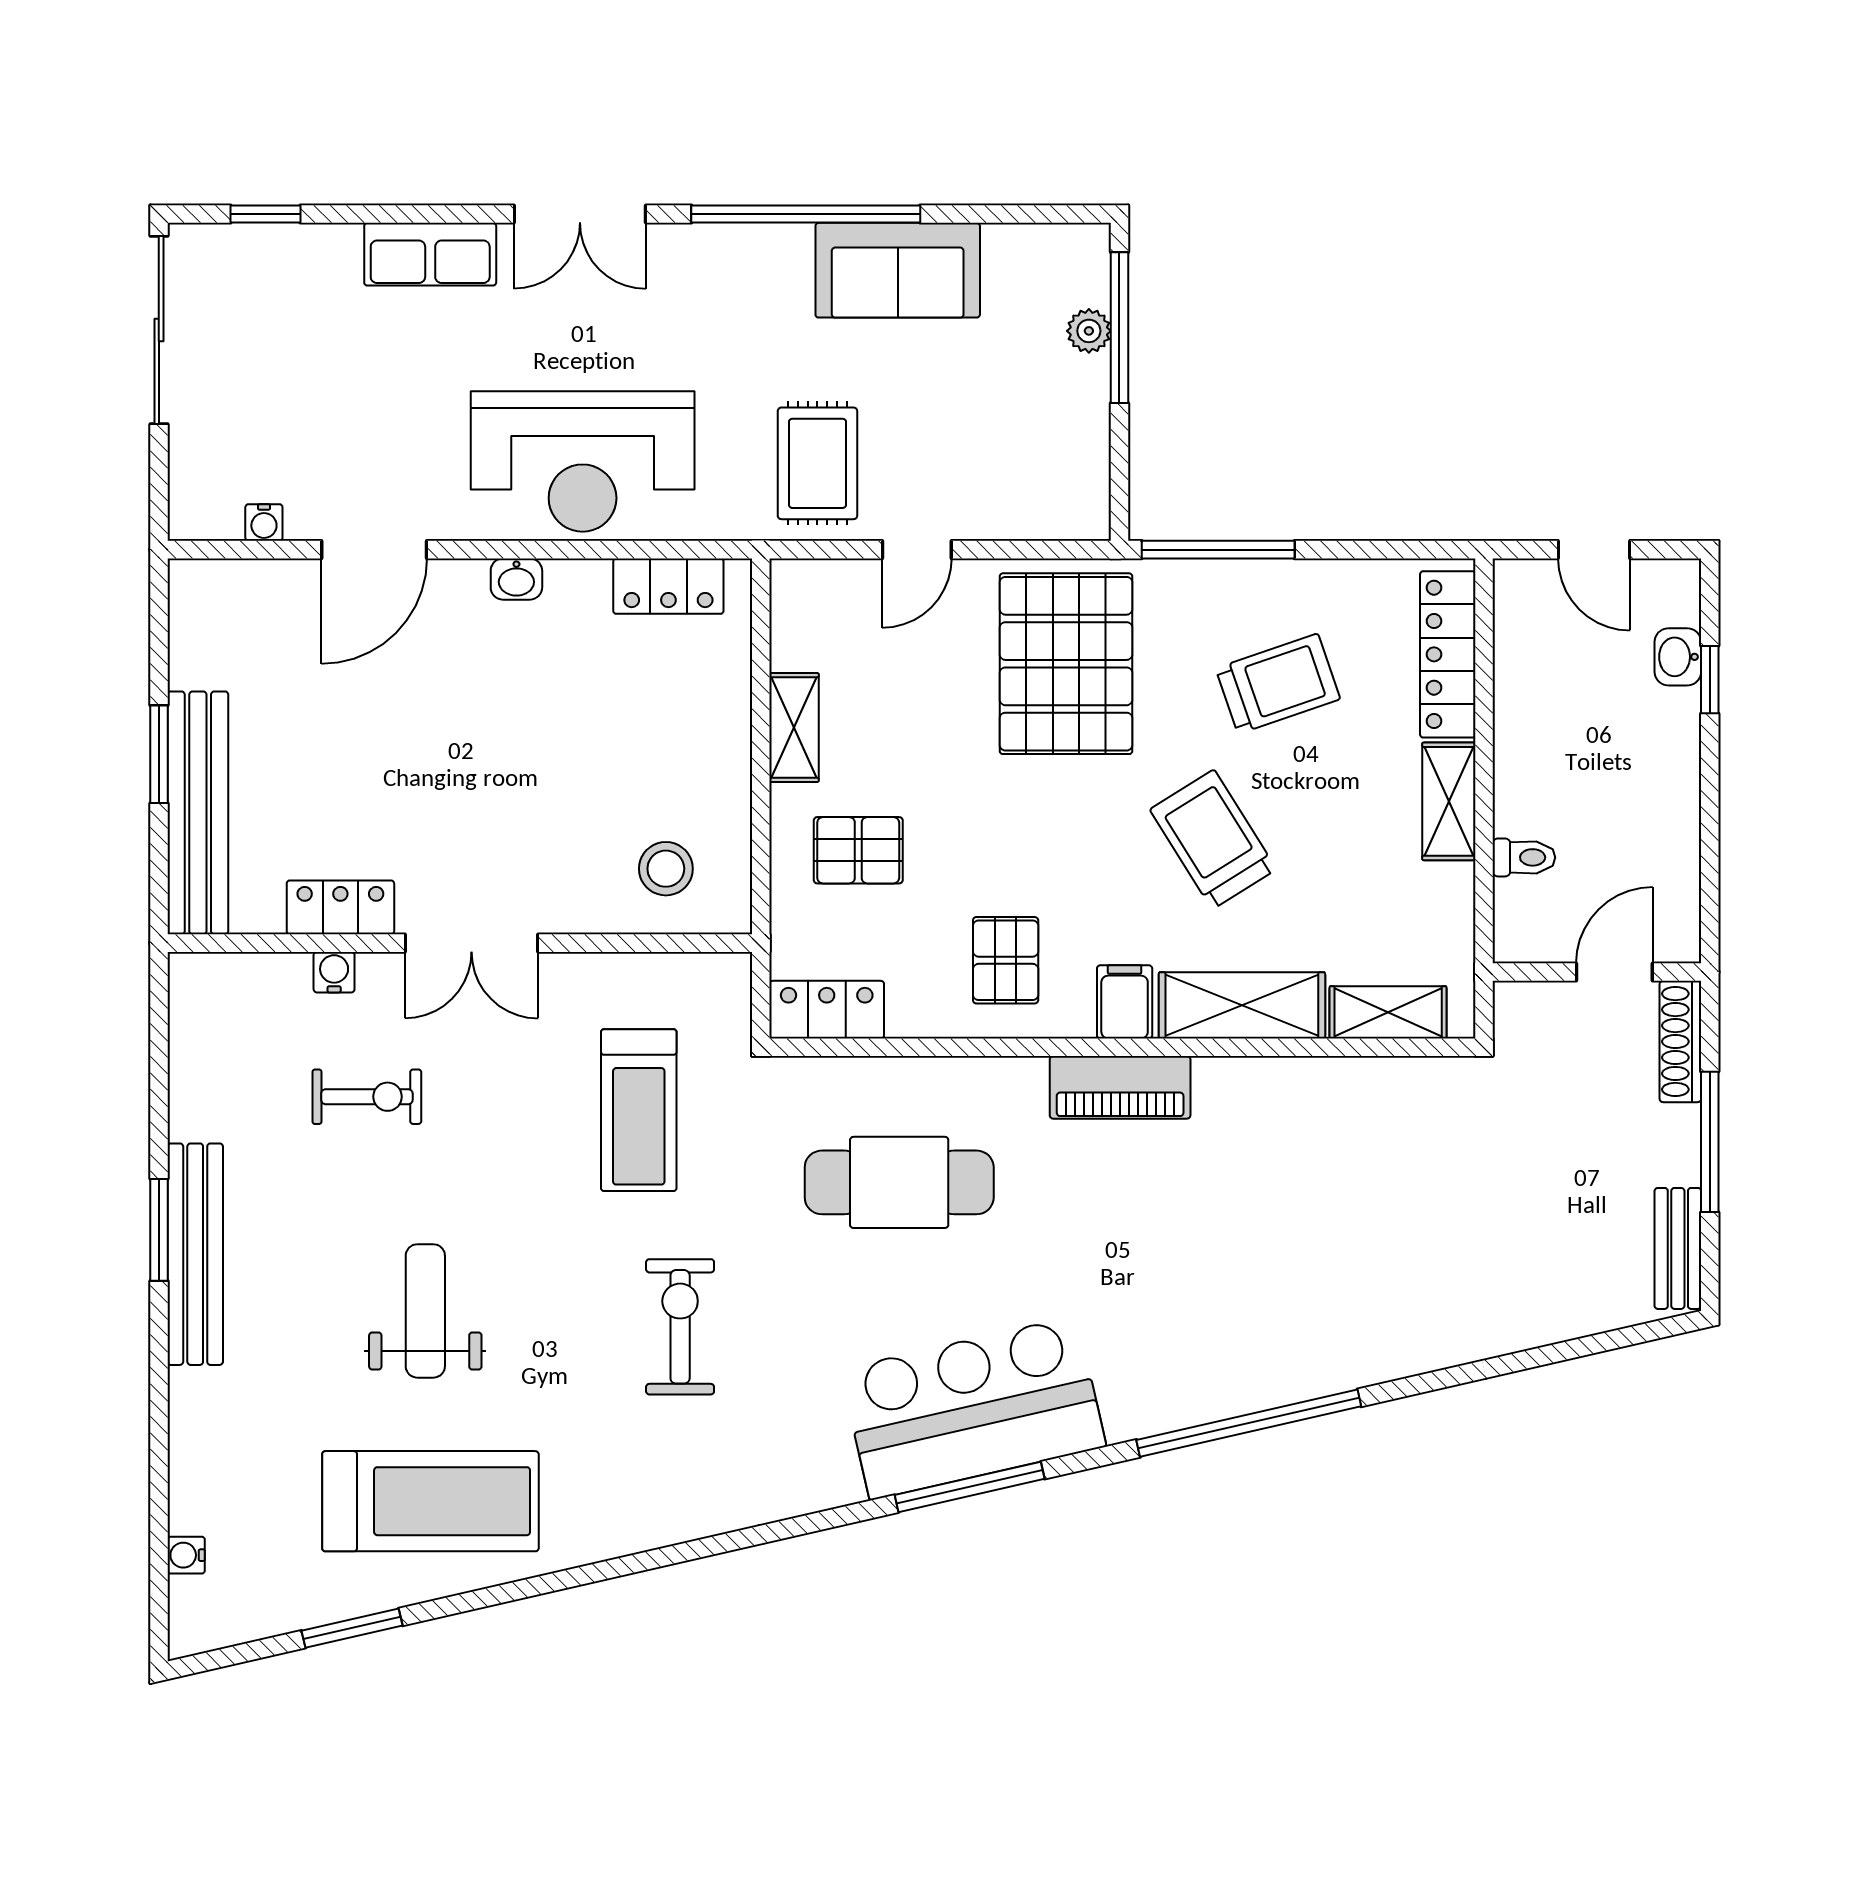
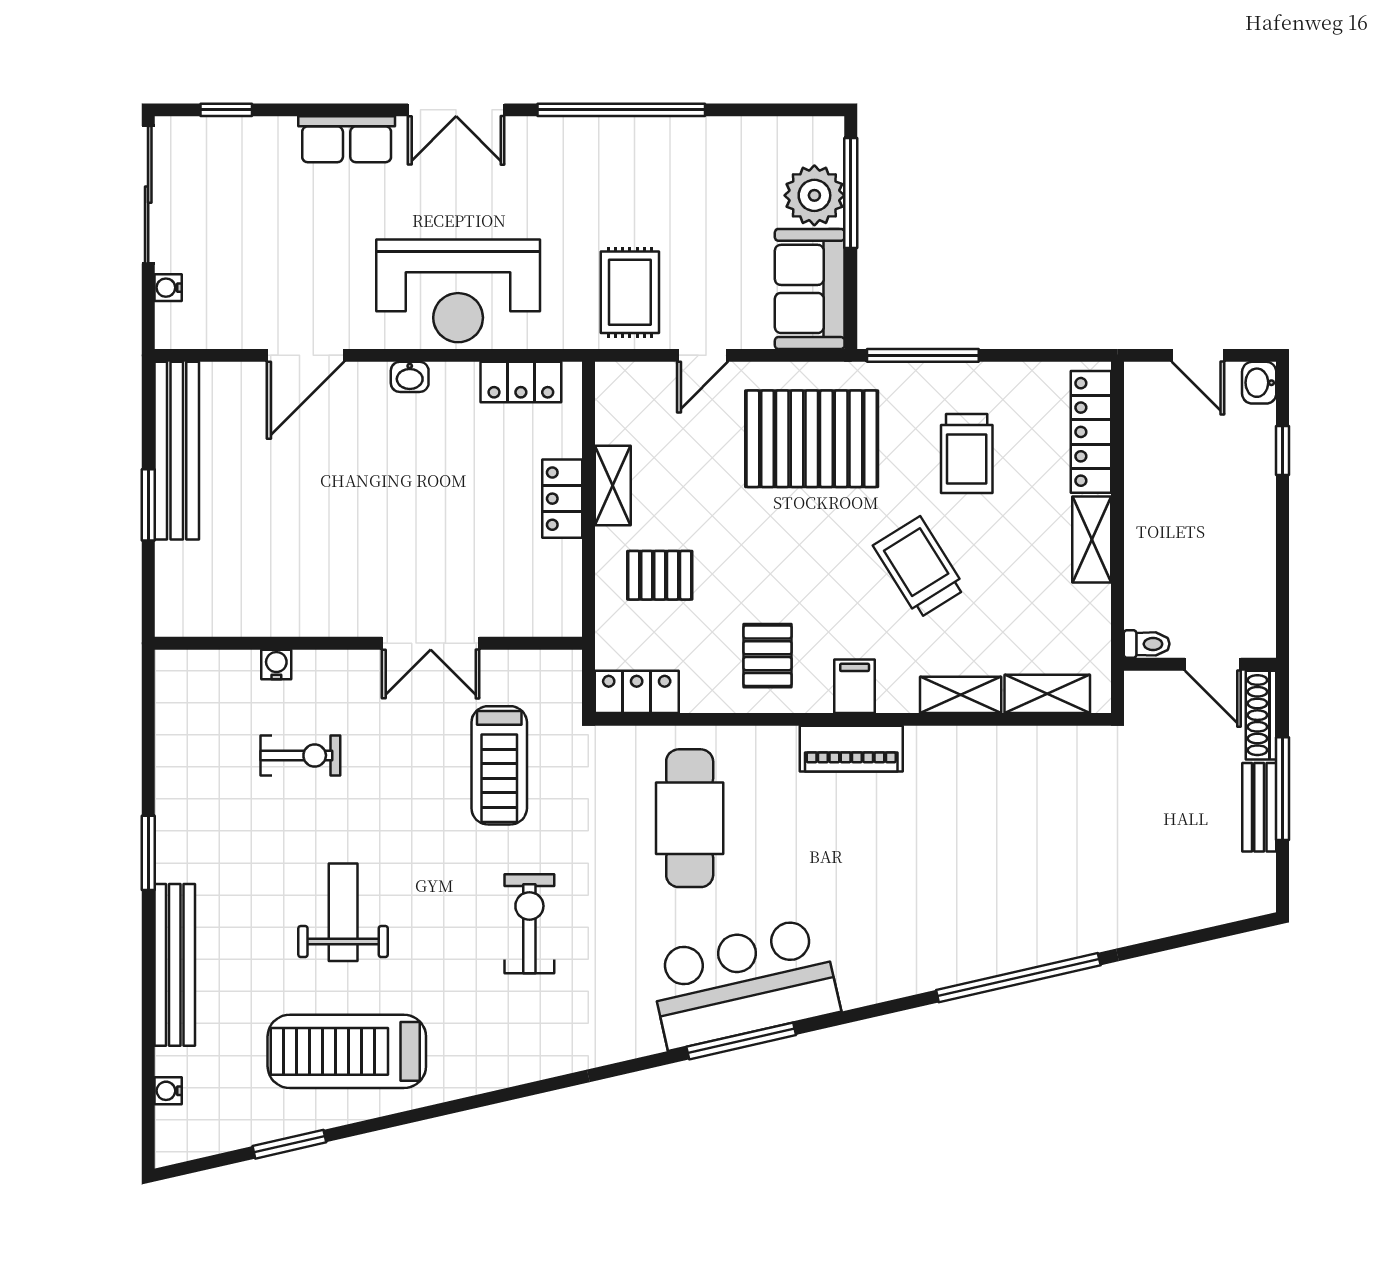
sofa: (898, 270) -> (810, 289), moved, turned 90
plant: (1089, 331) -> (814, 195), width x1.88, depth x1.88
water cooler: (264, 523) -> (168, 288), moved, turned 90
washbasin: (1678, 657) -> (1259, 383), moved
pallet: (1066, 664) -> (812, 439), turned 90
trolley: (1278, 684) -> (967, 453), turned 109
bench: (198, 813) -> (177, 451), moved
toilet: (1524, 857) -> (1147, 644), moved
stool: (666, 869) -> (519, 589), removed
locker: (340, 907) -> (562, 499), moved, turned -90
double door: (471, 943) -> (431, 643), moved
door: (1614, 972) -> (1213, 664), swing flipped
shelving: (1242, 1005) -> (961, 695), width x0.67, depth x0.75
cafe table: (899, 1182) -> (690, 818), turned 90
bench: (1678, 1248) -> (1259, 807), moved
bench: (195, 1254) -> (175, 965), moved
window: (1249, 1423) -> (1018, 978), moved
treadmill: (430, 1501) -> (347, 1051), turned 180

